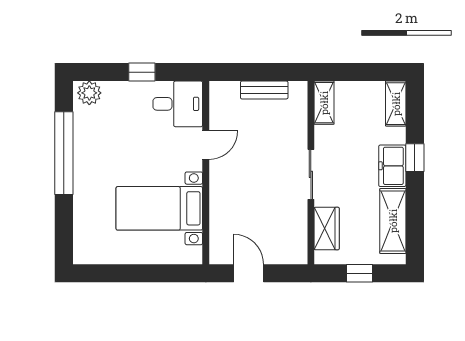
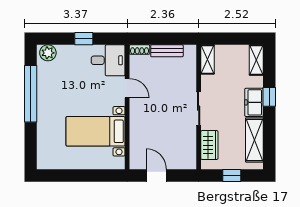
shoe rack: (224, 88) -> (140, 50), added
door: (206, 145) -> (127, 88), hinge flipped

